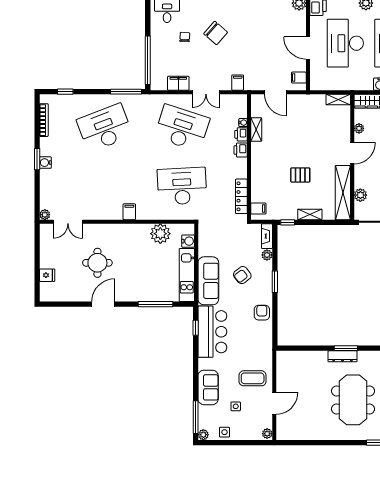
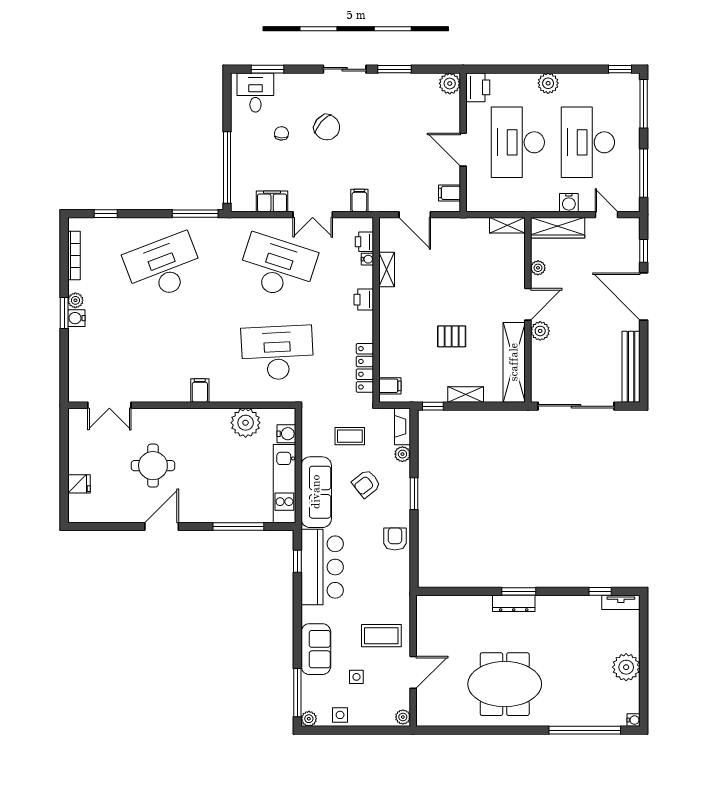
printer: (241, 134) -> (364, 242), moved
plant: (360, 195) -> (540, 331), moved
plant: (45, 215) -> (75, 300), moved
coffee table: (231, 243) -> (350, 436), added
meeting table: (353, 400) -> (505, 684), moved, turned 90

